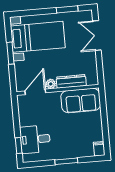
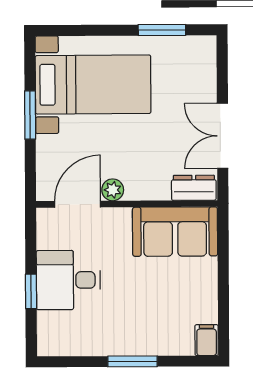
double door: (97, 35) -> (223, 136), moved
dresser: (71, 81) -> (194, 188), moved, width x0.70
desk: (35, 139) -> (68, 280), moved
window: (19, 146) -> (31, 291), moved

